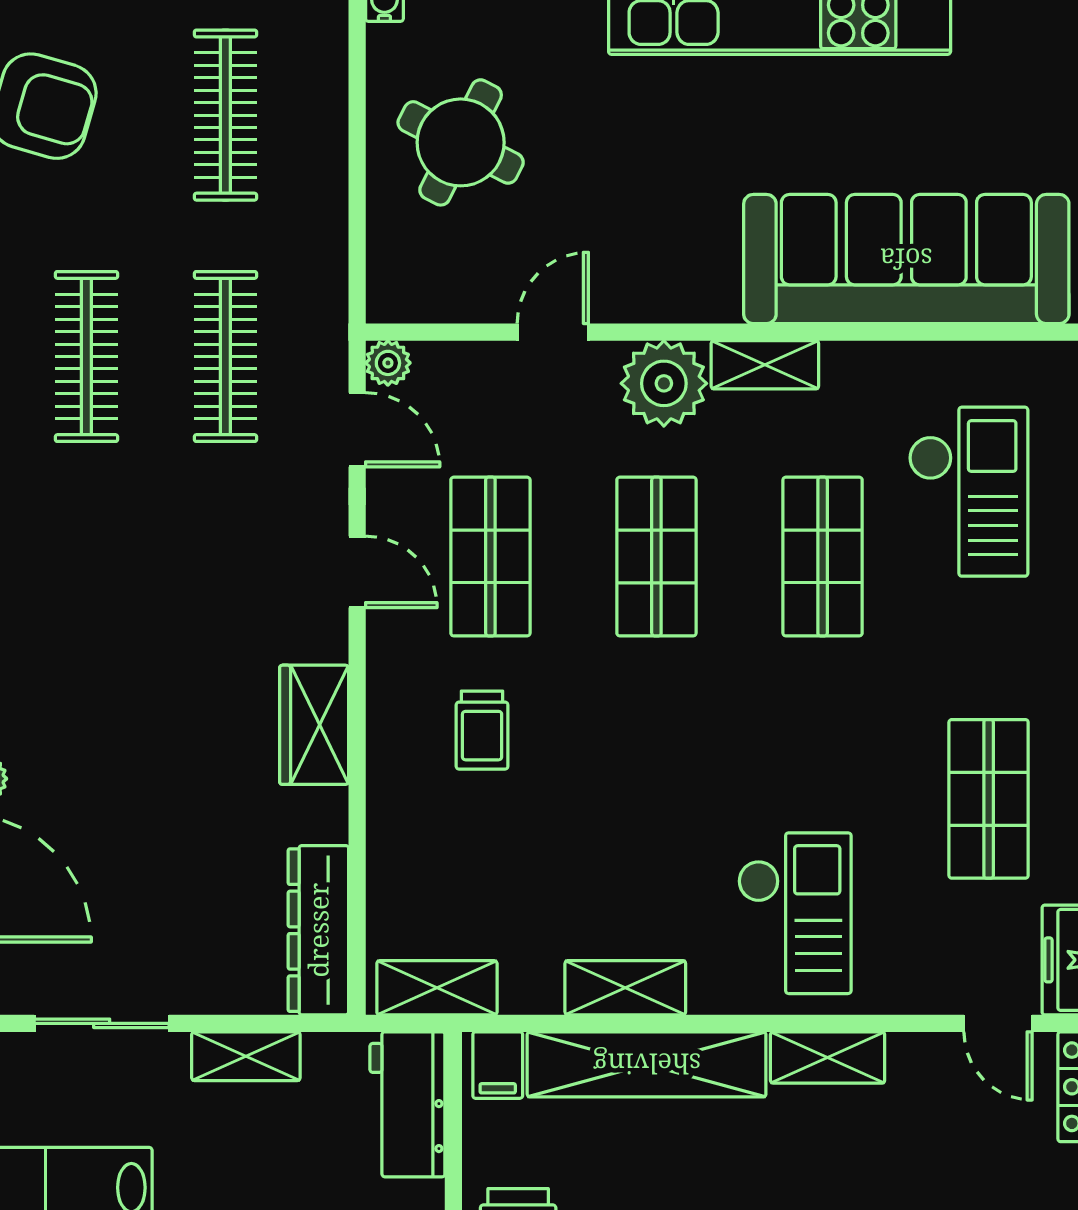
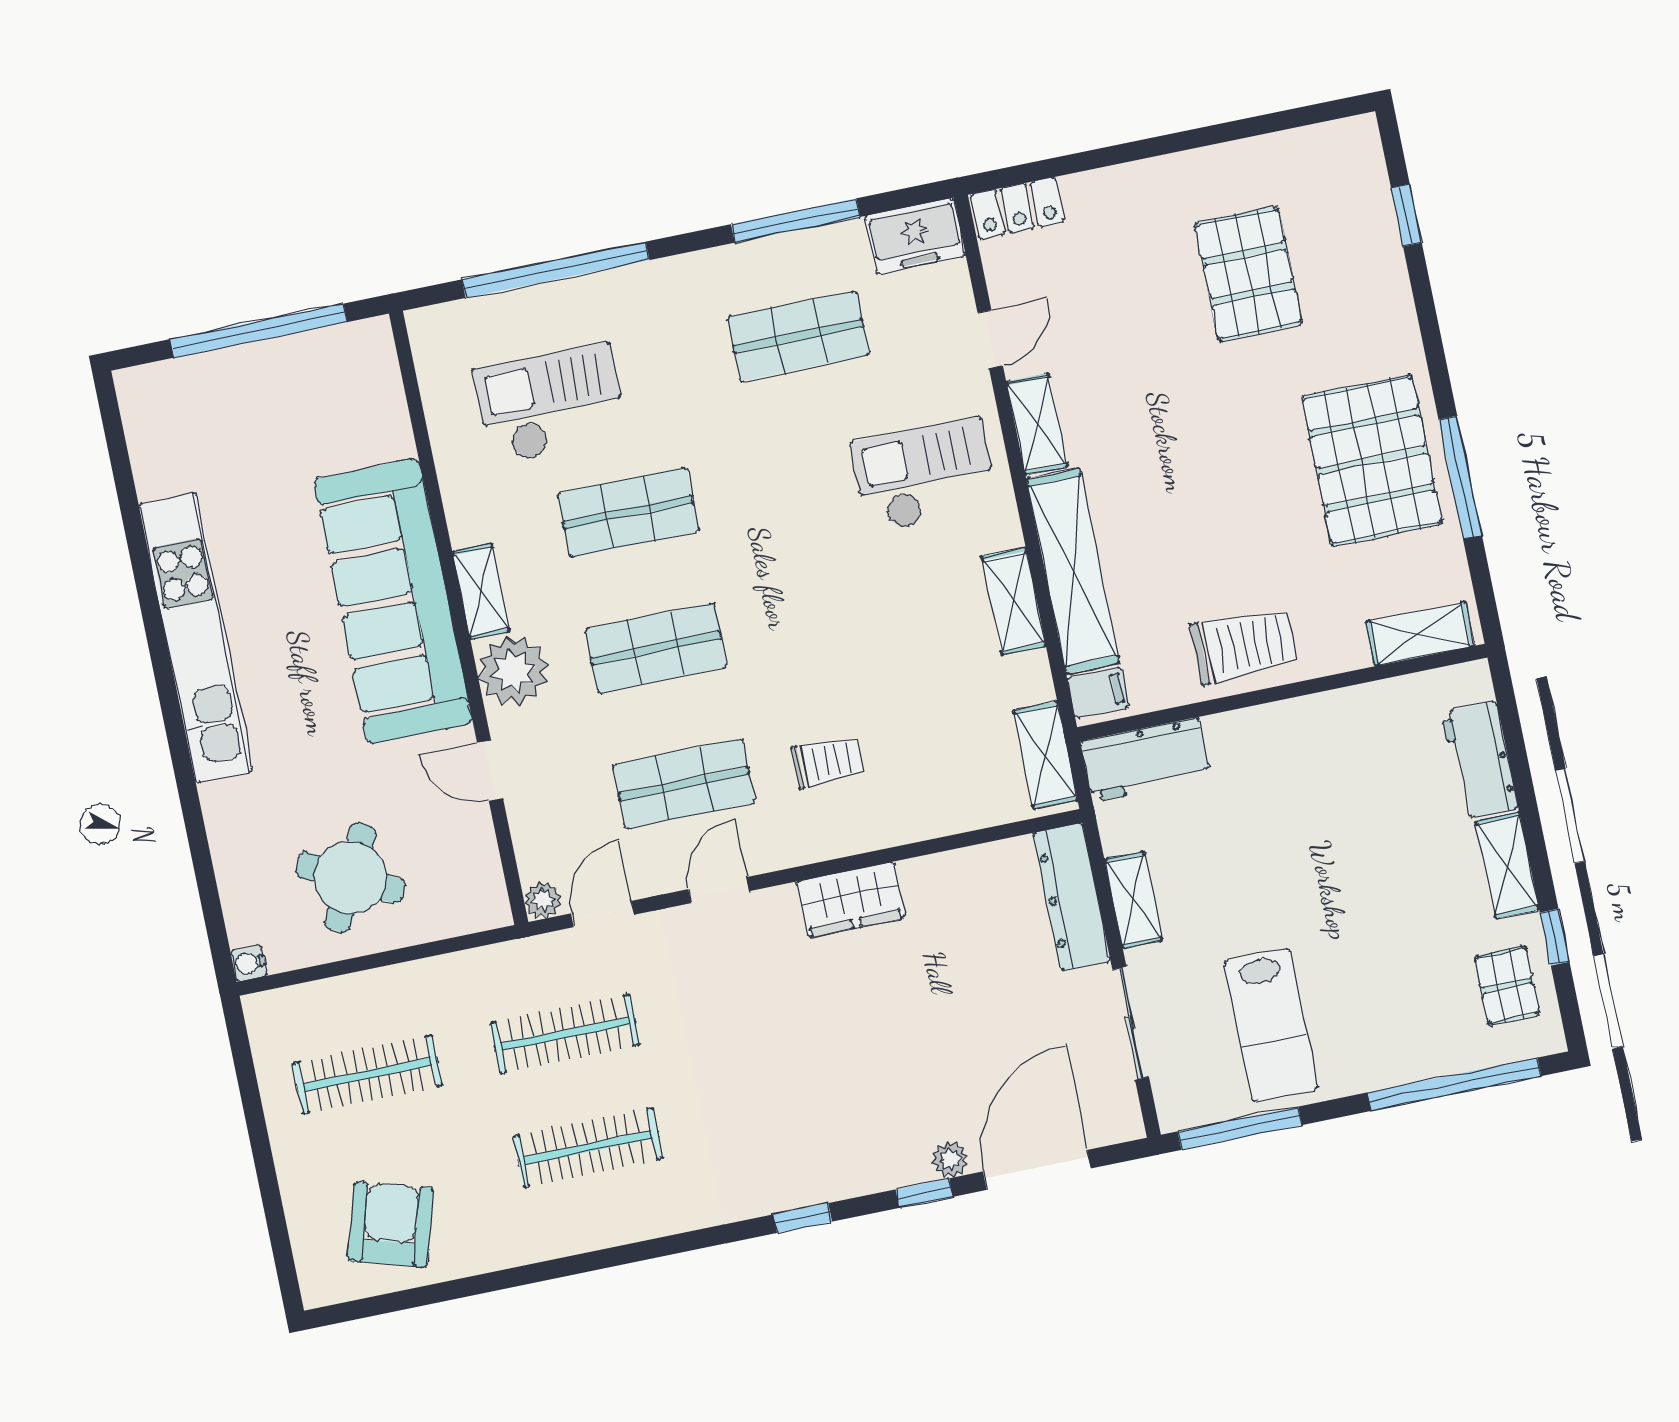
sofa: (906, 259) -> (393, 601), moved
dresser: (318, 930) -> (1072, 897), moved, turned 90
door: (998, 1023) -> (990, 339), moved

